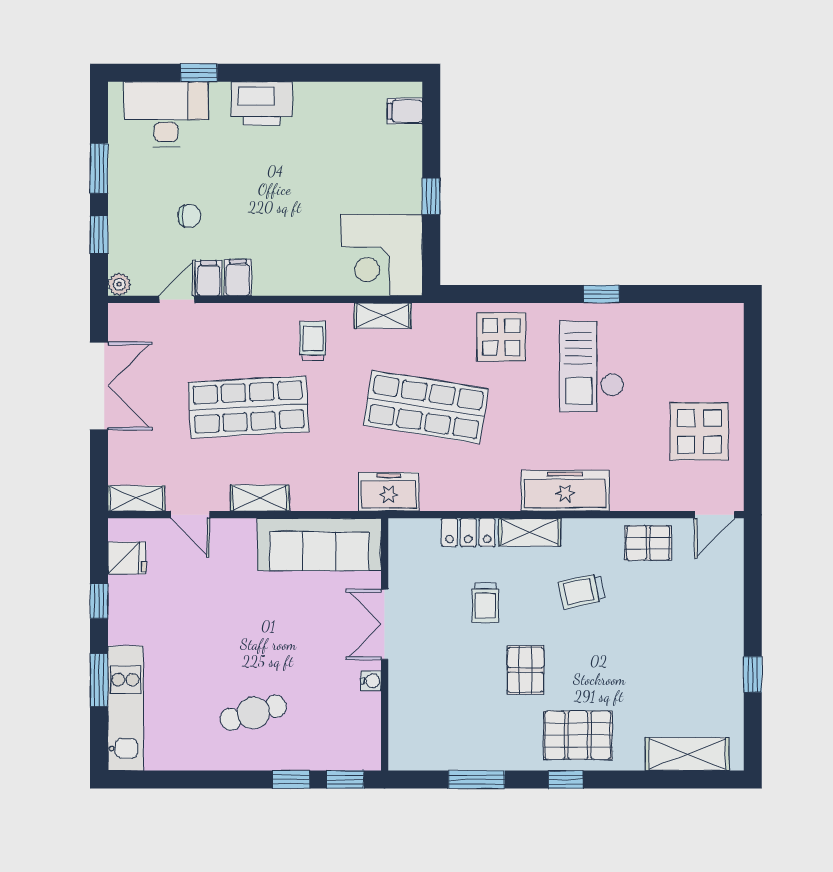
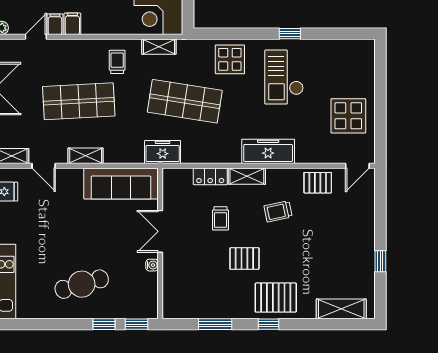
pallet: (526, 670) -> (244, 259), turned 90
cafe table: (253, 713) -> (82, 284), width x1.37, depth x1.35

